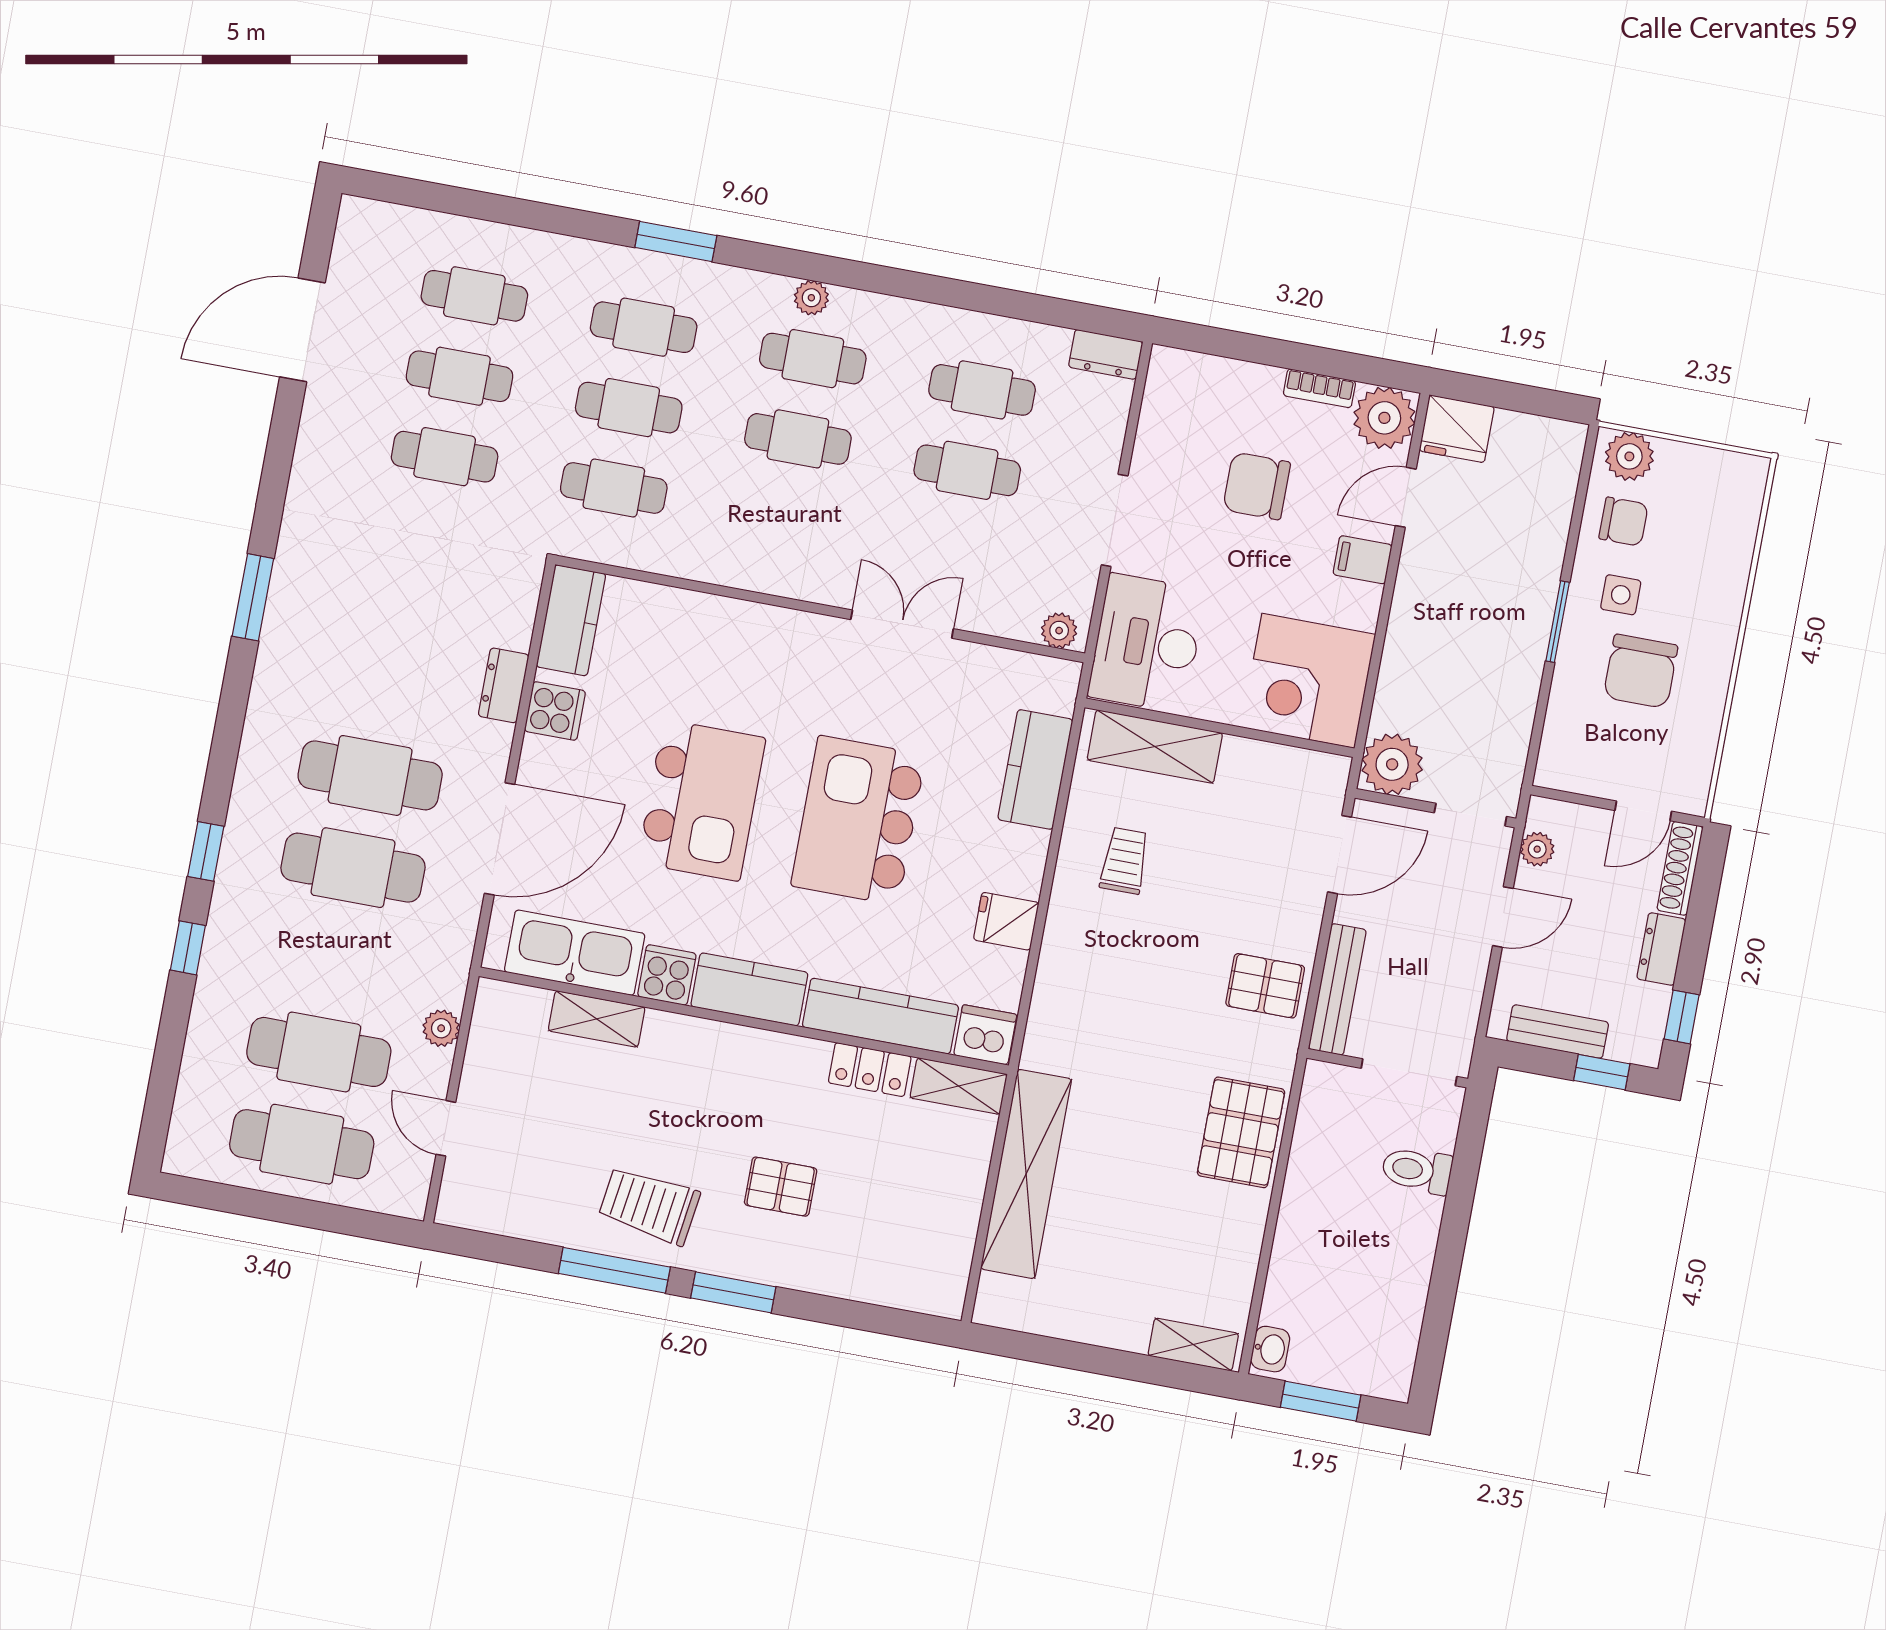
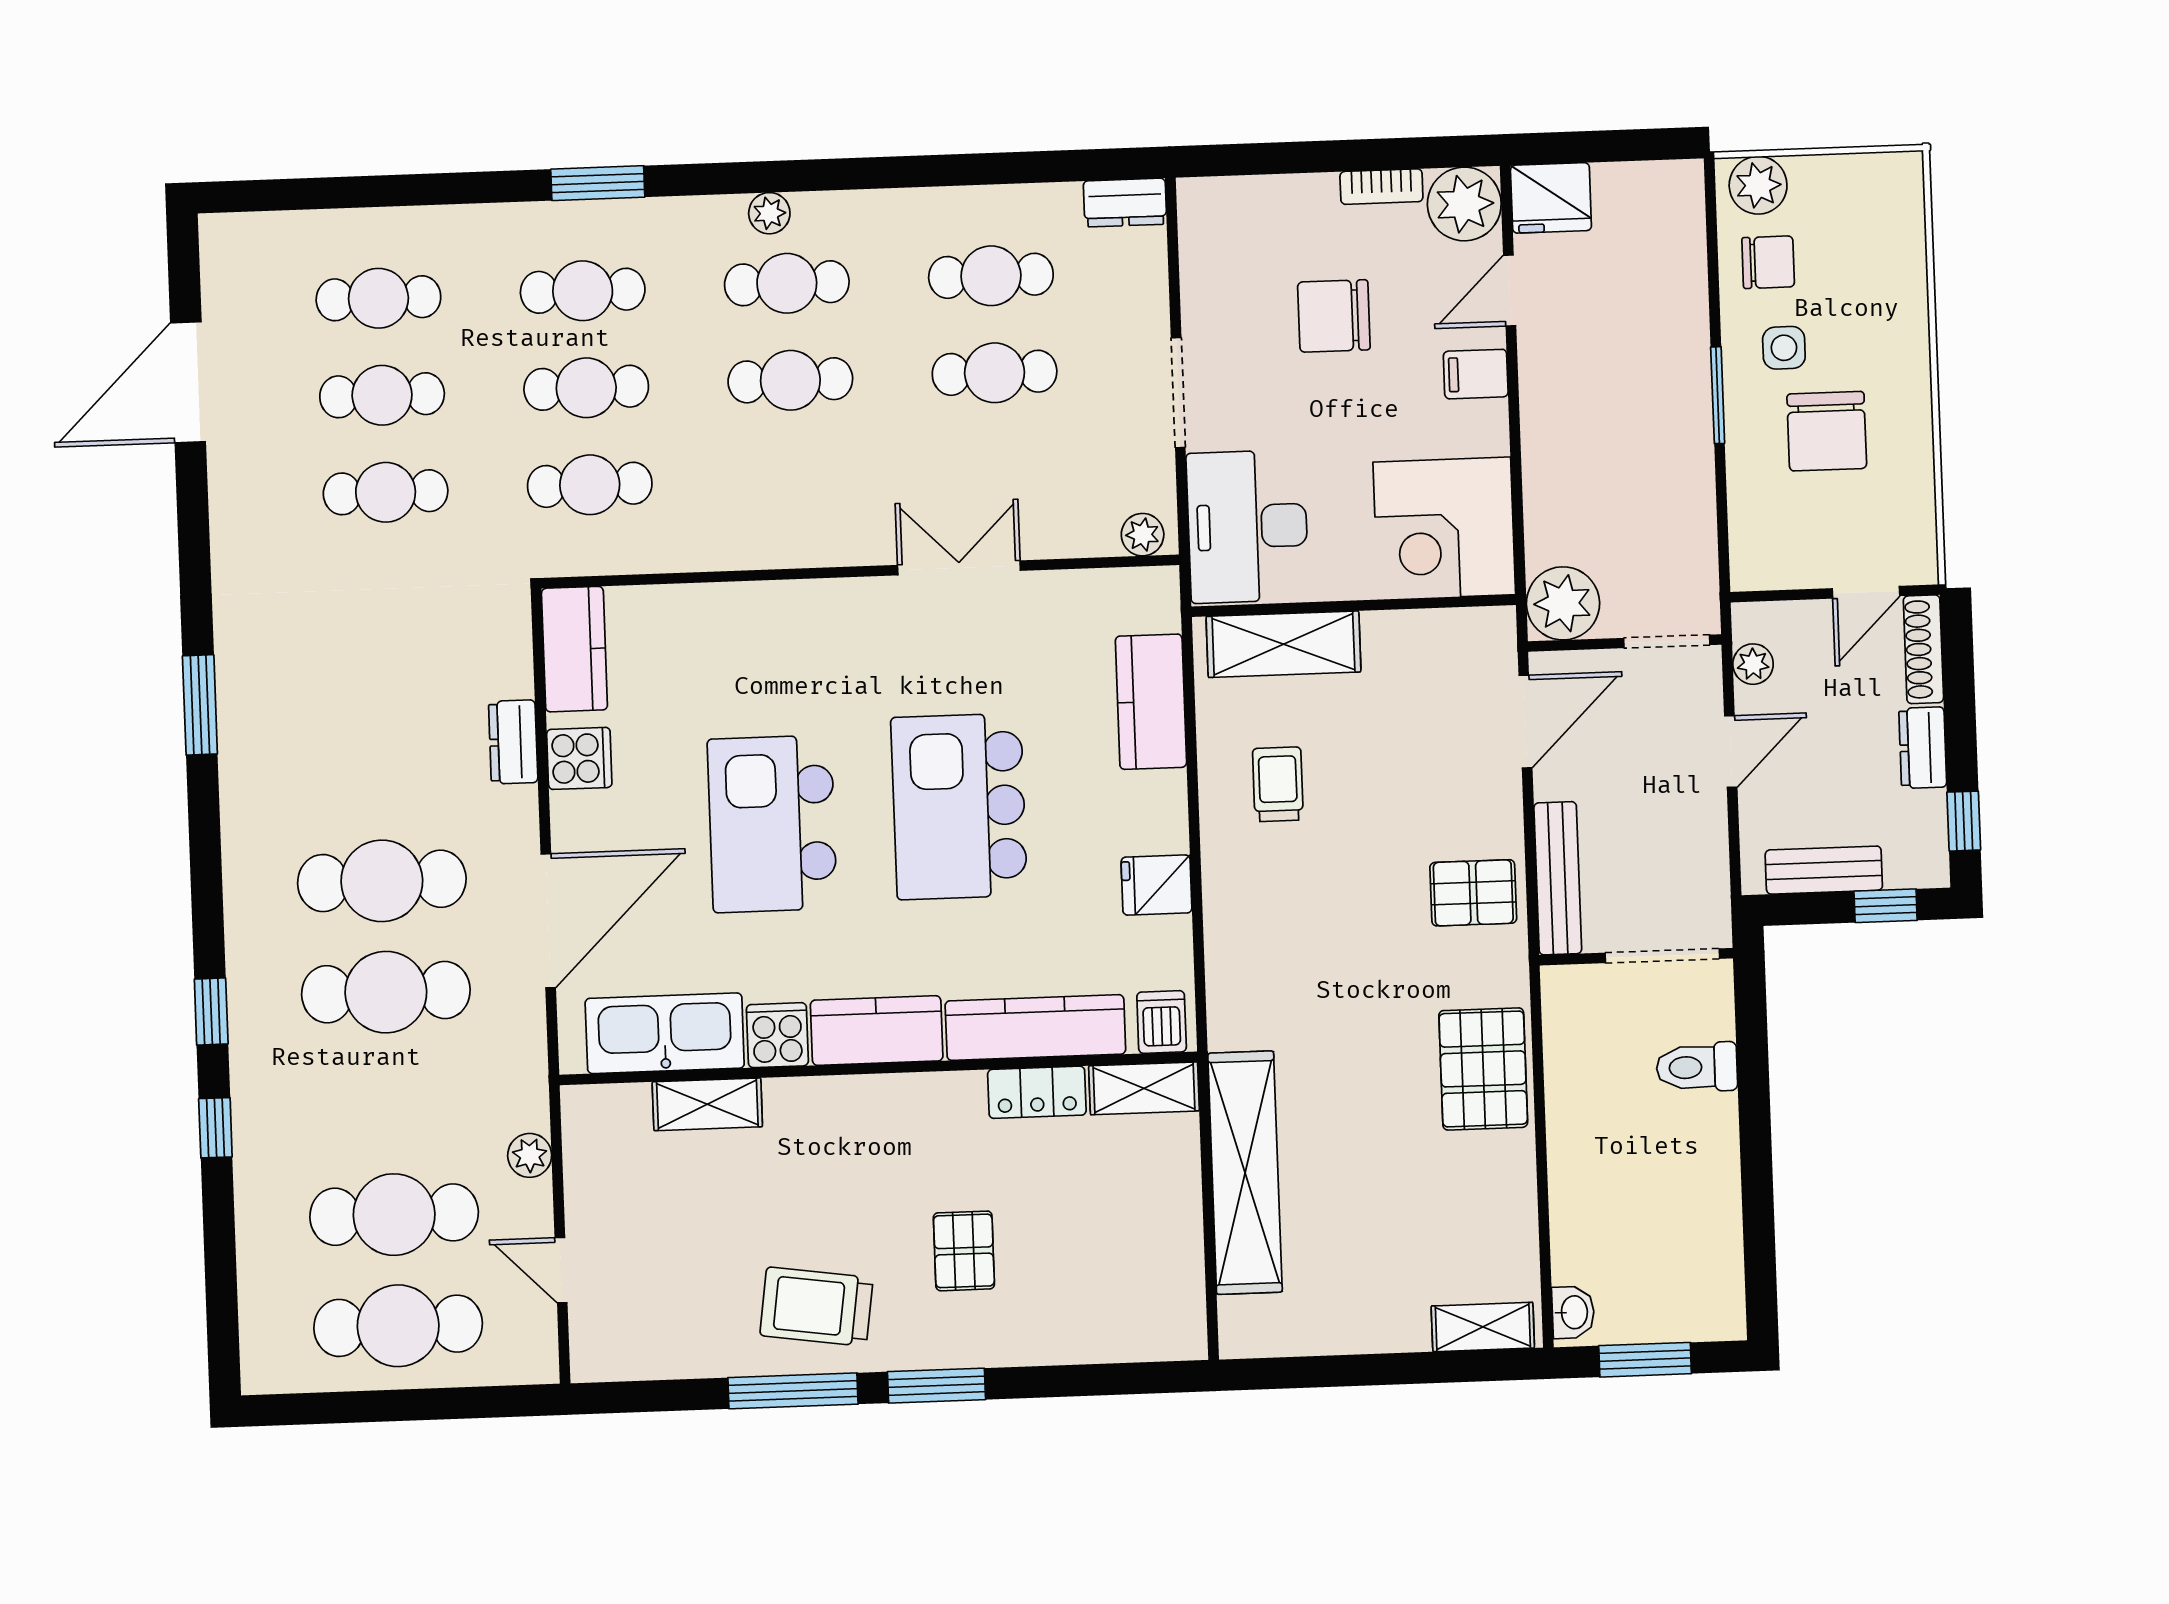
kitchen island: (702, 800) -> (772, 824), turned 180
dishwasher: (985, 1035) -> (1162, 1022), width x0.73
pallet: (781, 1187) -> (964, 1251), turned 90

